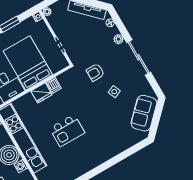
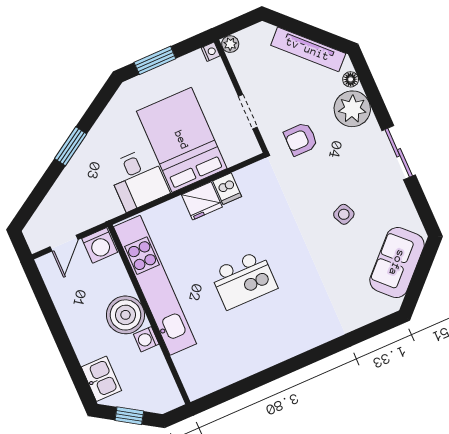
plant: (118, 39) -> (352, 109), width x1.88, depth x1.88
sliding door: (139, 57) -> (399, 153), width x0.73
armchair: (95, 72) -> (301, 139), moved

